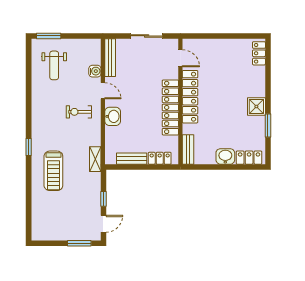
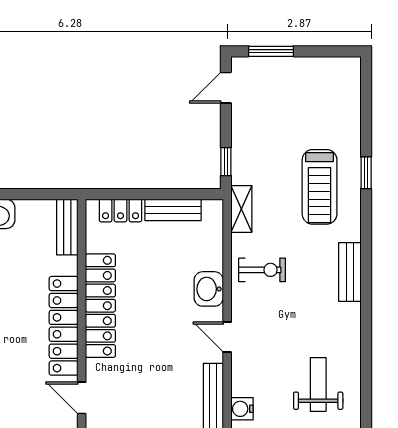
water cooler: (95, 71) -> (242, 409), moved
exercise bike: (79, 112) -> (262, 270), moved
bench: (37, 125) -> (350, 272), added
window: (29, 147) -> (366, 173), moved
treadmill: (53, 171) -> (320, 187), turned 180
window: (103, 199) -> (226, 162), moved

